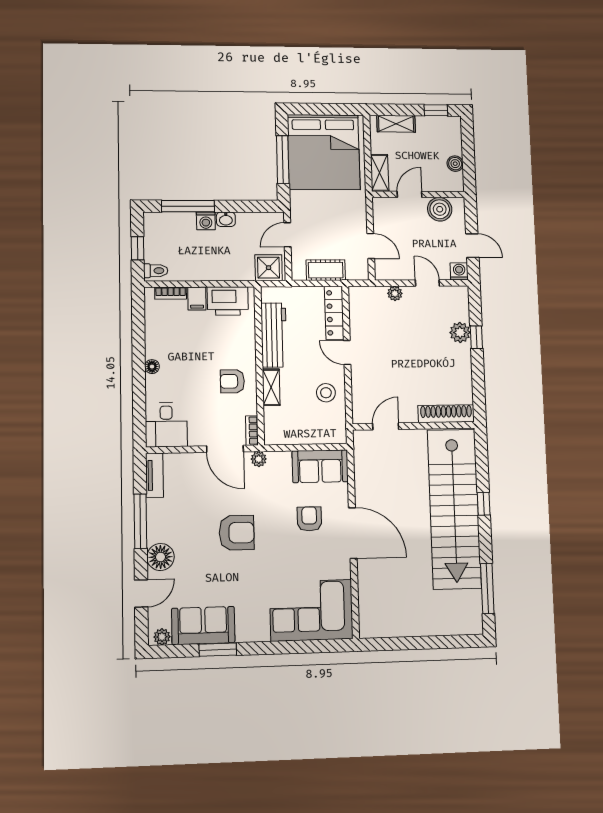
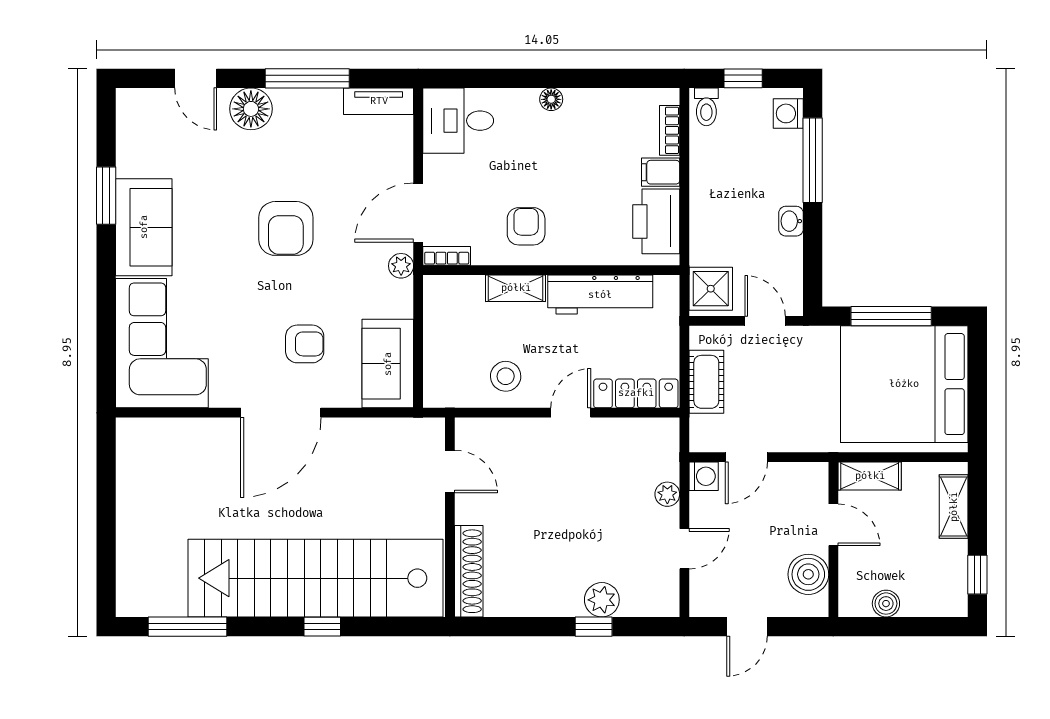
washing machine: (206, 221) -> (788, 113), moved
washing machine: (459, 271) -> (704, 476), moved
sofa: (203, 626) -> (144, 227), moved
plant: (162, 637) -> (128, 110), removed

